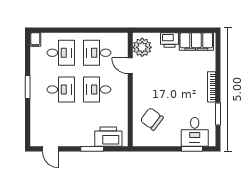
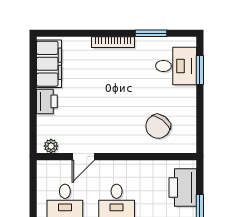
plant: (142, 47) -> (51, 146), width x0.53, depth x0.53

